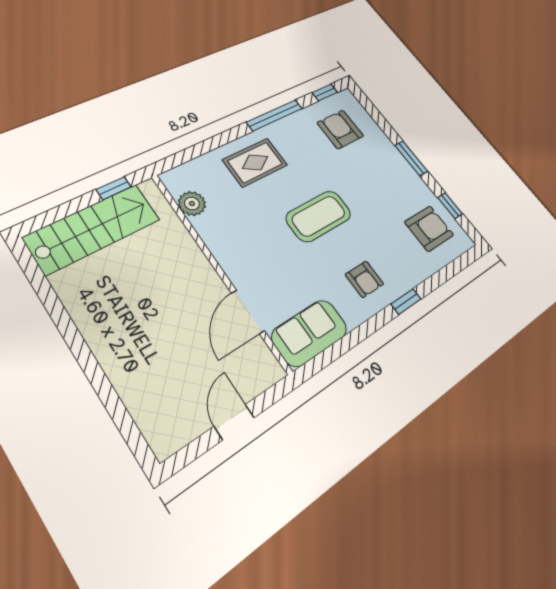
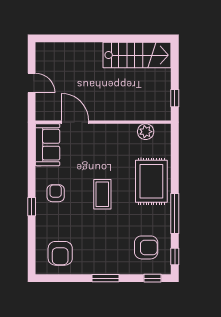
rug: (255, 162) -> (151, 181), width x1.36, depth x1.43
window: (450, 206) -> (153, 278), moved
coffee table: (319, 216) -> (102, 194), width x0.73, depth x0.76
stairs: (93, 228) -> (137, 55), moved, turned -90
armchair: (364, 279) -> (56, 193), turned 90

